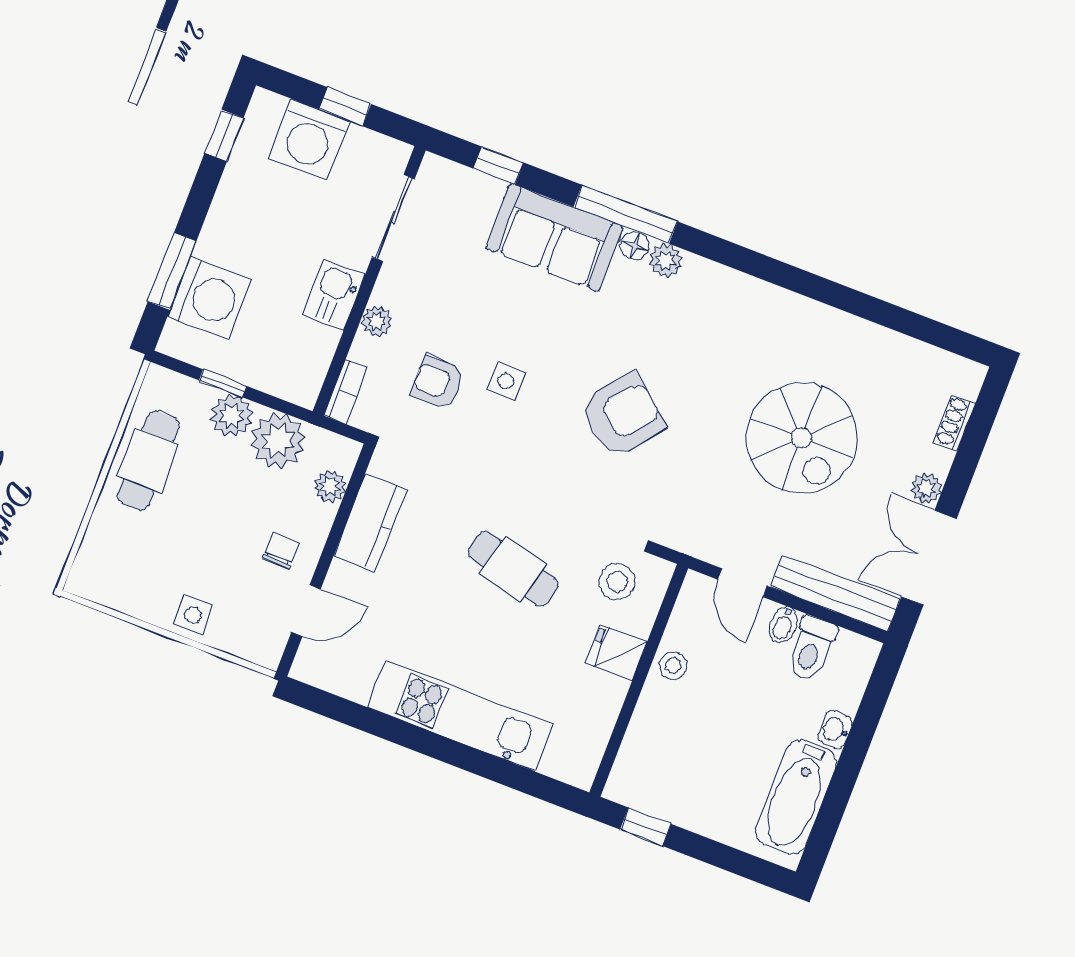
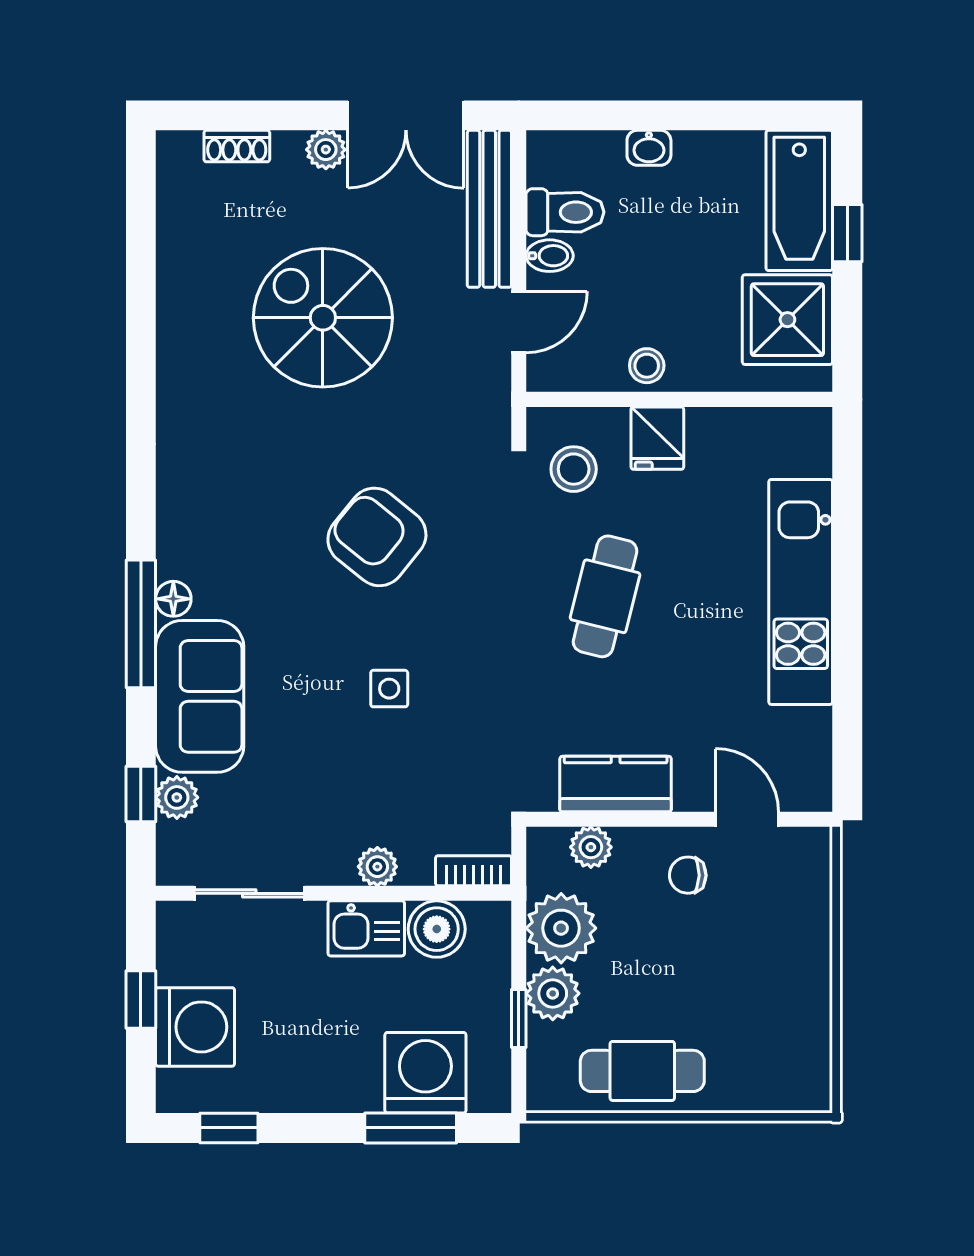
plant: (666, 261) -> (177, 797), moved
boiler: (313, 348) -> (437, 929), added
armchair: (438, 383) -> (422, 768), removed
spiral stairs: (802, 438) -> (323, 318), turned -90
side table: (193, 615) -> (803, 949), removed
shower: (667, 784) -> (787, 320), added
bathtub: (796, 797) -> (799, 200), moved, turned 90
window: (645, 827) -> (847, 233), moved

